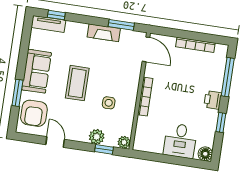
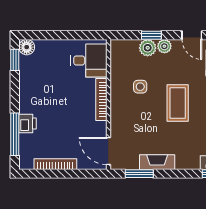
printer: (213, 100) -> (27, 123), moved
window: (221, 123) -> (15, 60), moved
desk: (180, 141) -> (89, 60), moved, turned 90
plant: (124, 142) -> (164, 46), moved
window: (104, 149) -> (151, 35), moved

